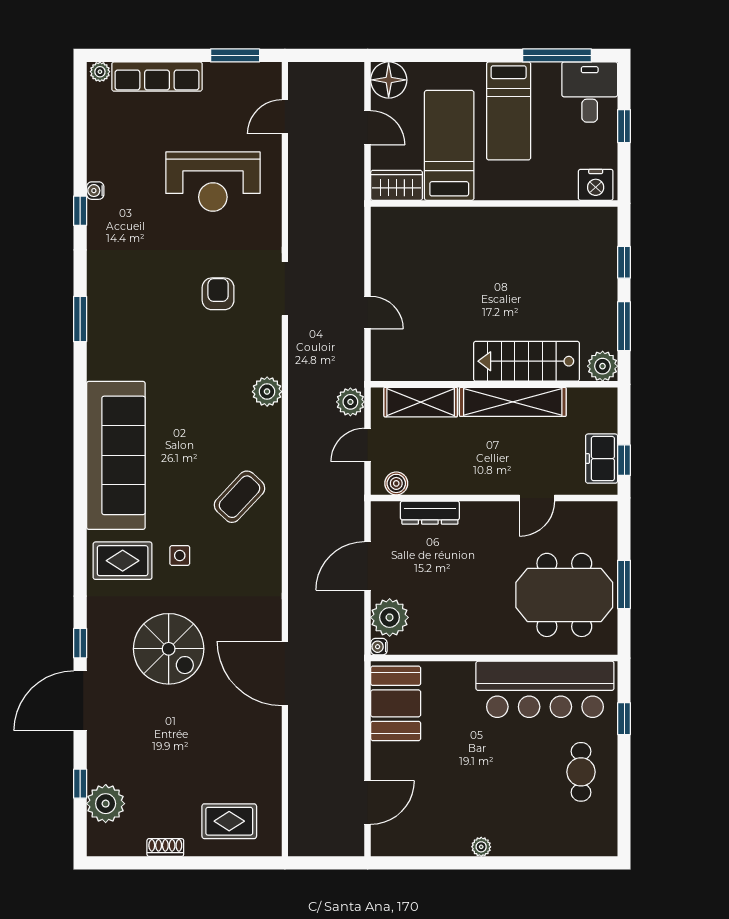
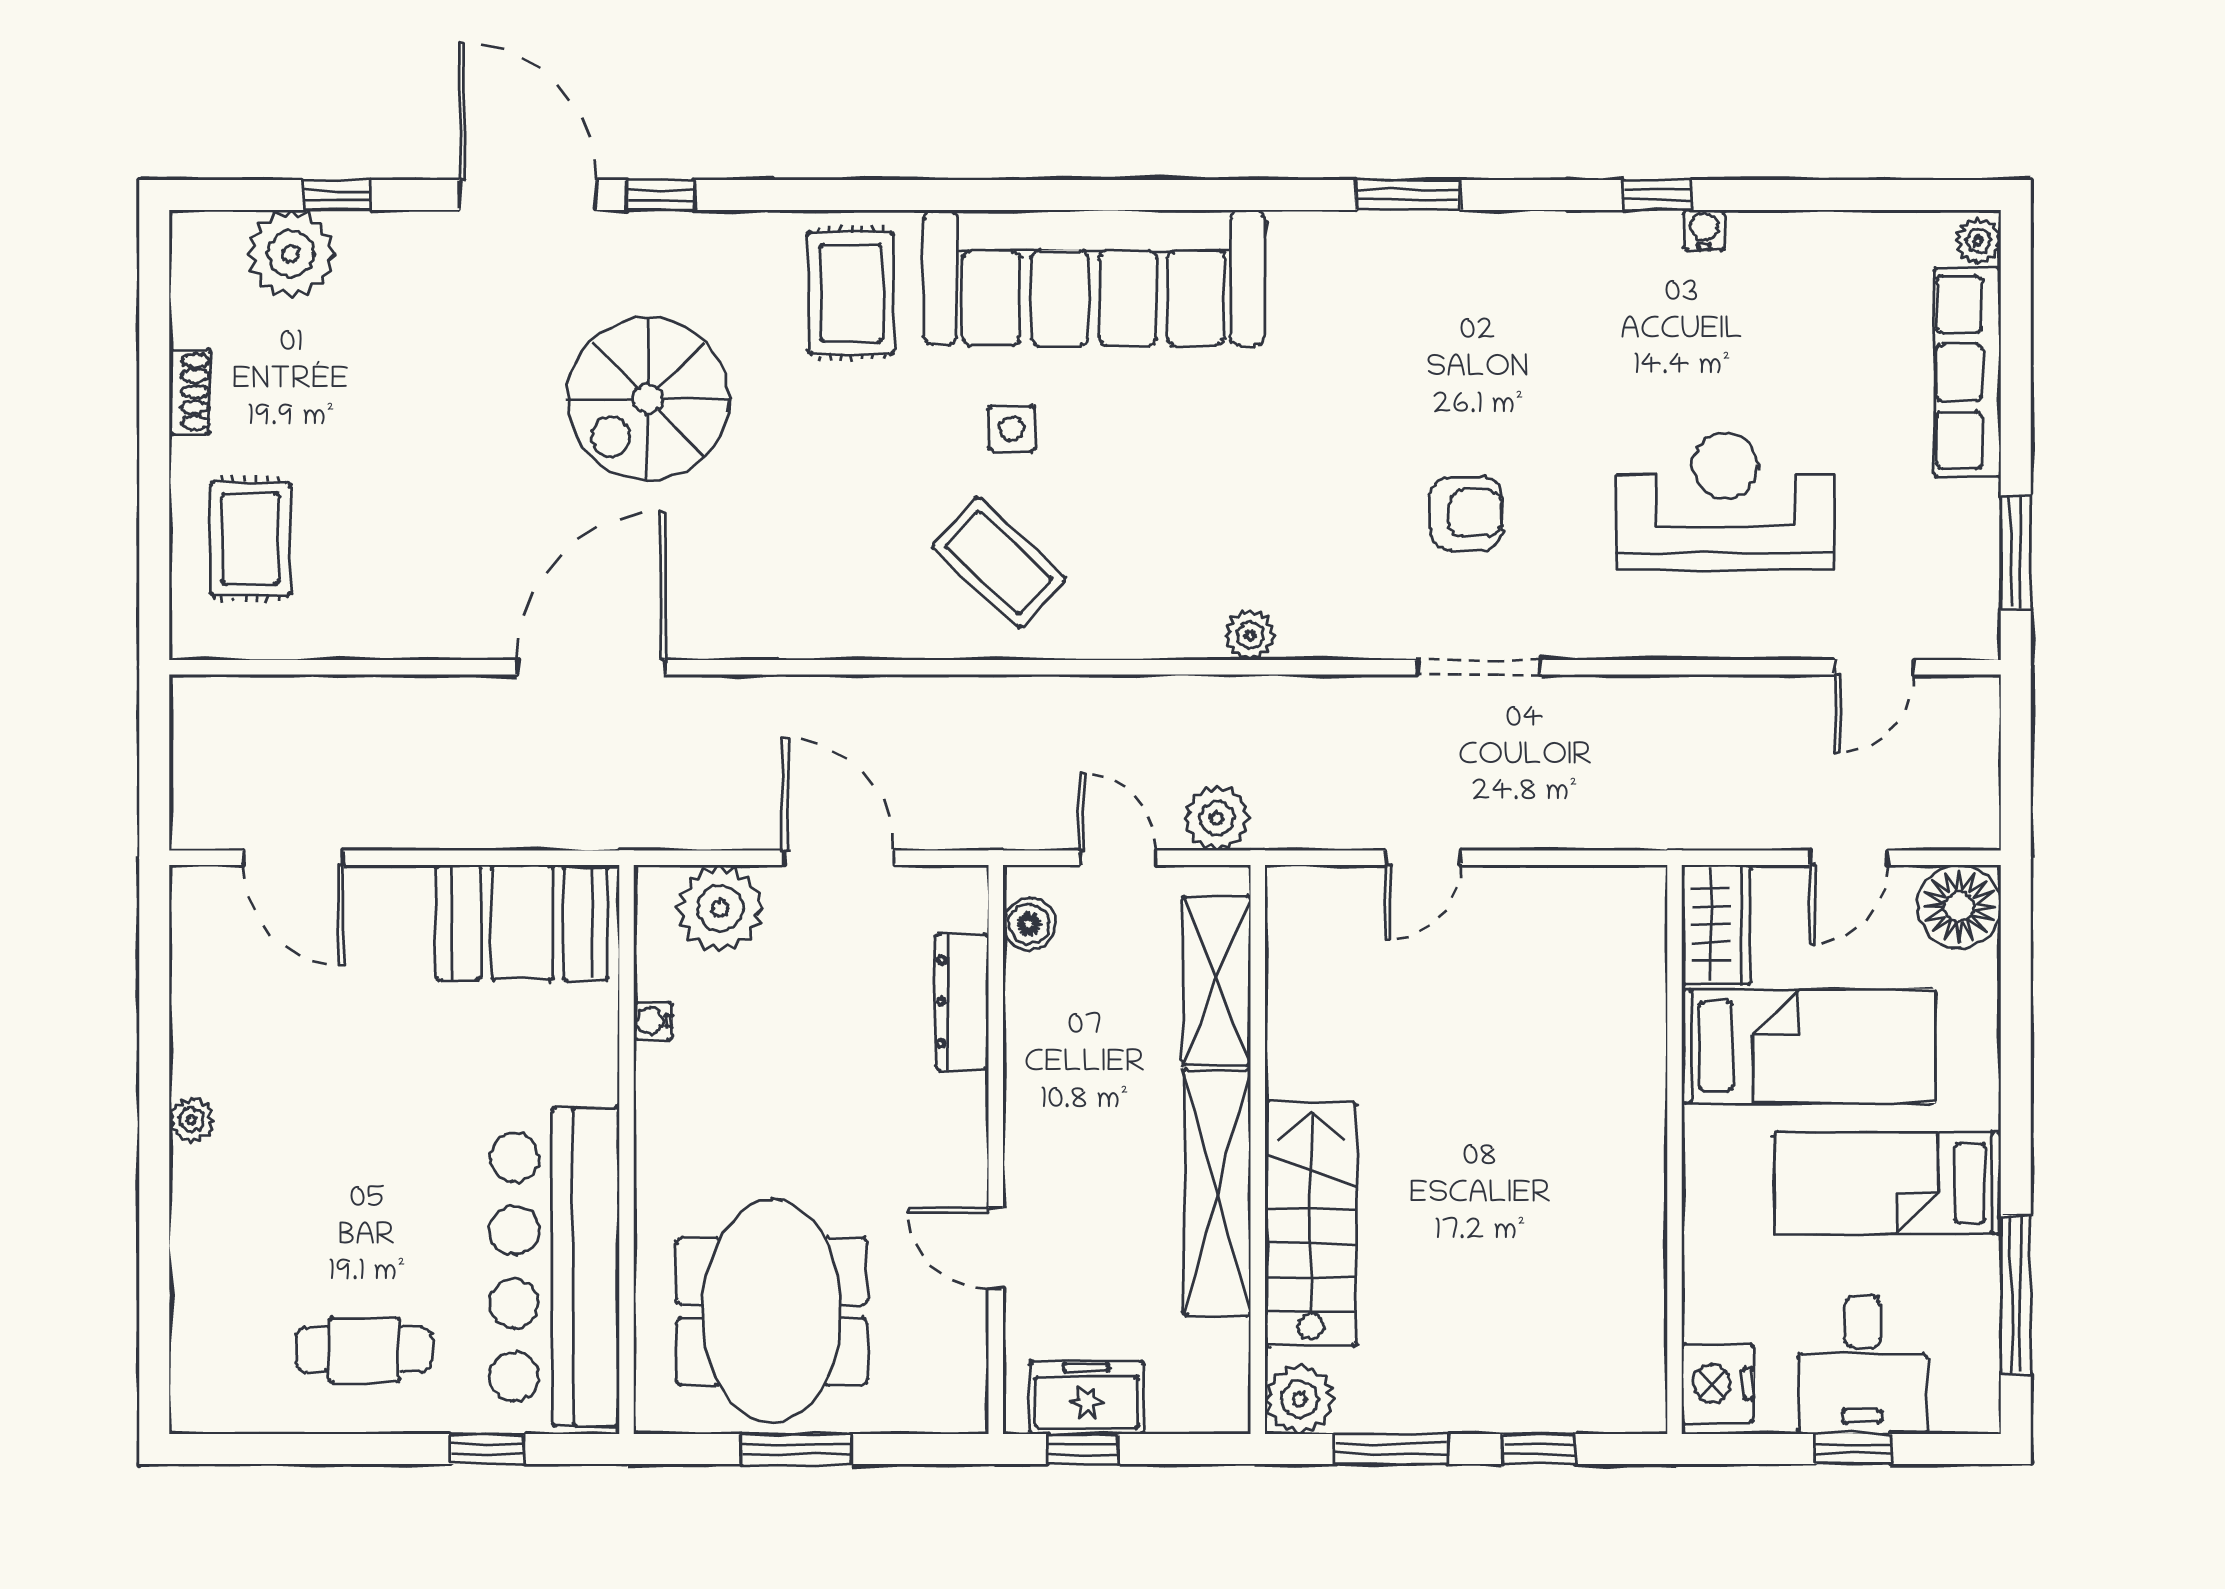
desk: (590, 92) -> (1863, 1365), moved, turned 90
door: (285, 117) -> (1874, 667), swing flipped
reception desk: (213, 182) -> (1725, 501), turned 90
plant: (267, 392) -> (1250, 635), width x0.73, depth x0.73
side table: (180, 555) -> (1012, 429), moved
water cooler: (379, 647) -> (653, 1021), moved, turned -90

